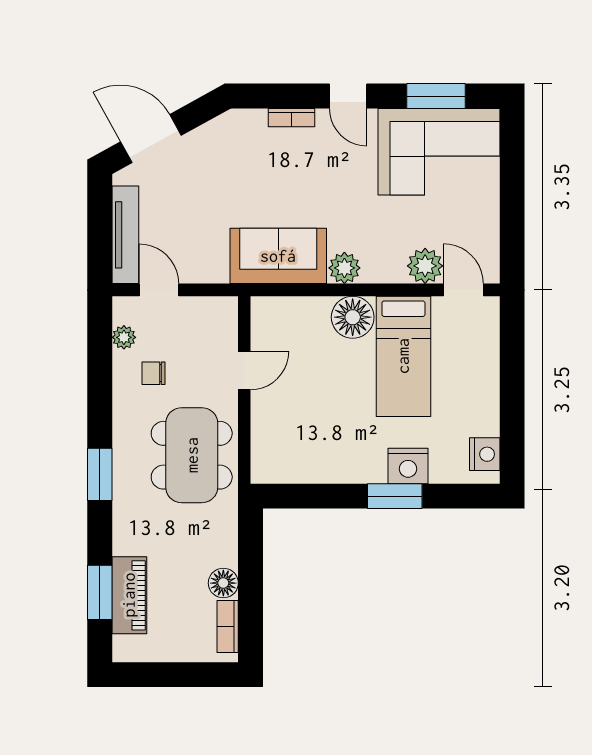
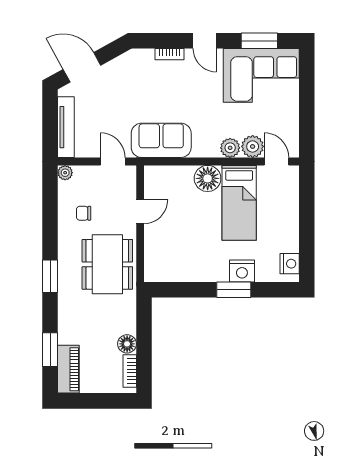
plant: (344, 268) -> (230, 148), moved
door: (159, 290) -> (113, 161), moved
plant: (124, 337) -> (65, 173), moved
piano: (129, 595) -> (68, 369), moved

